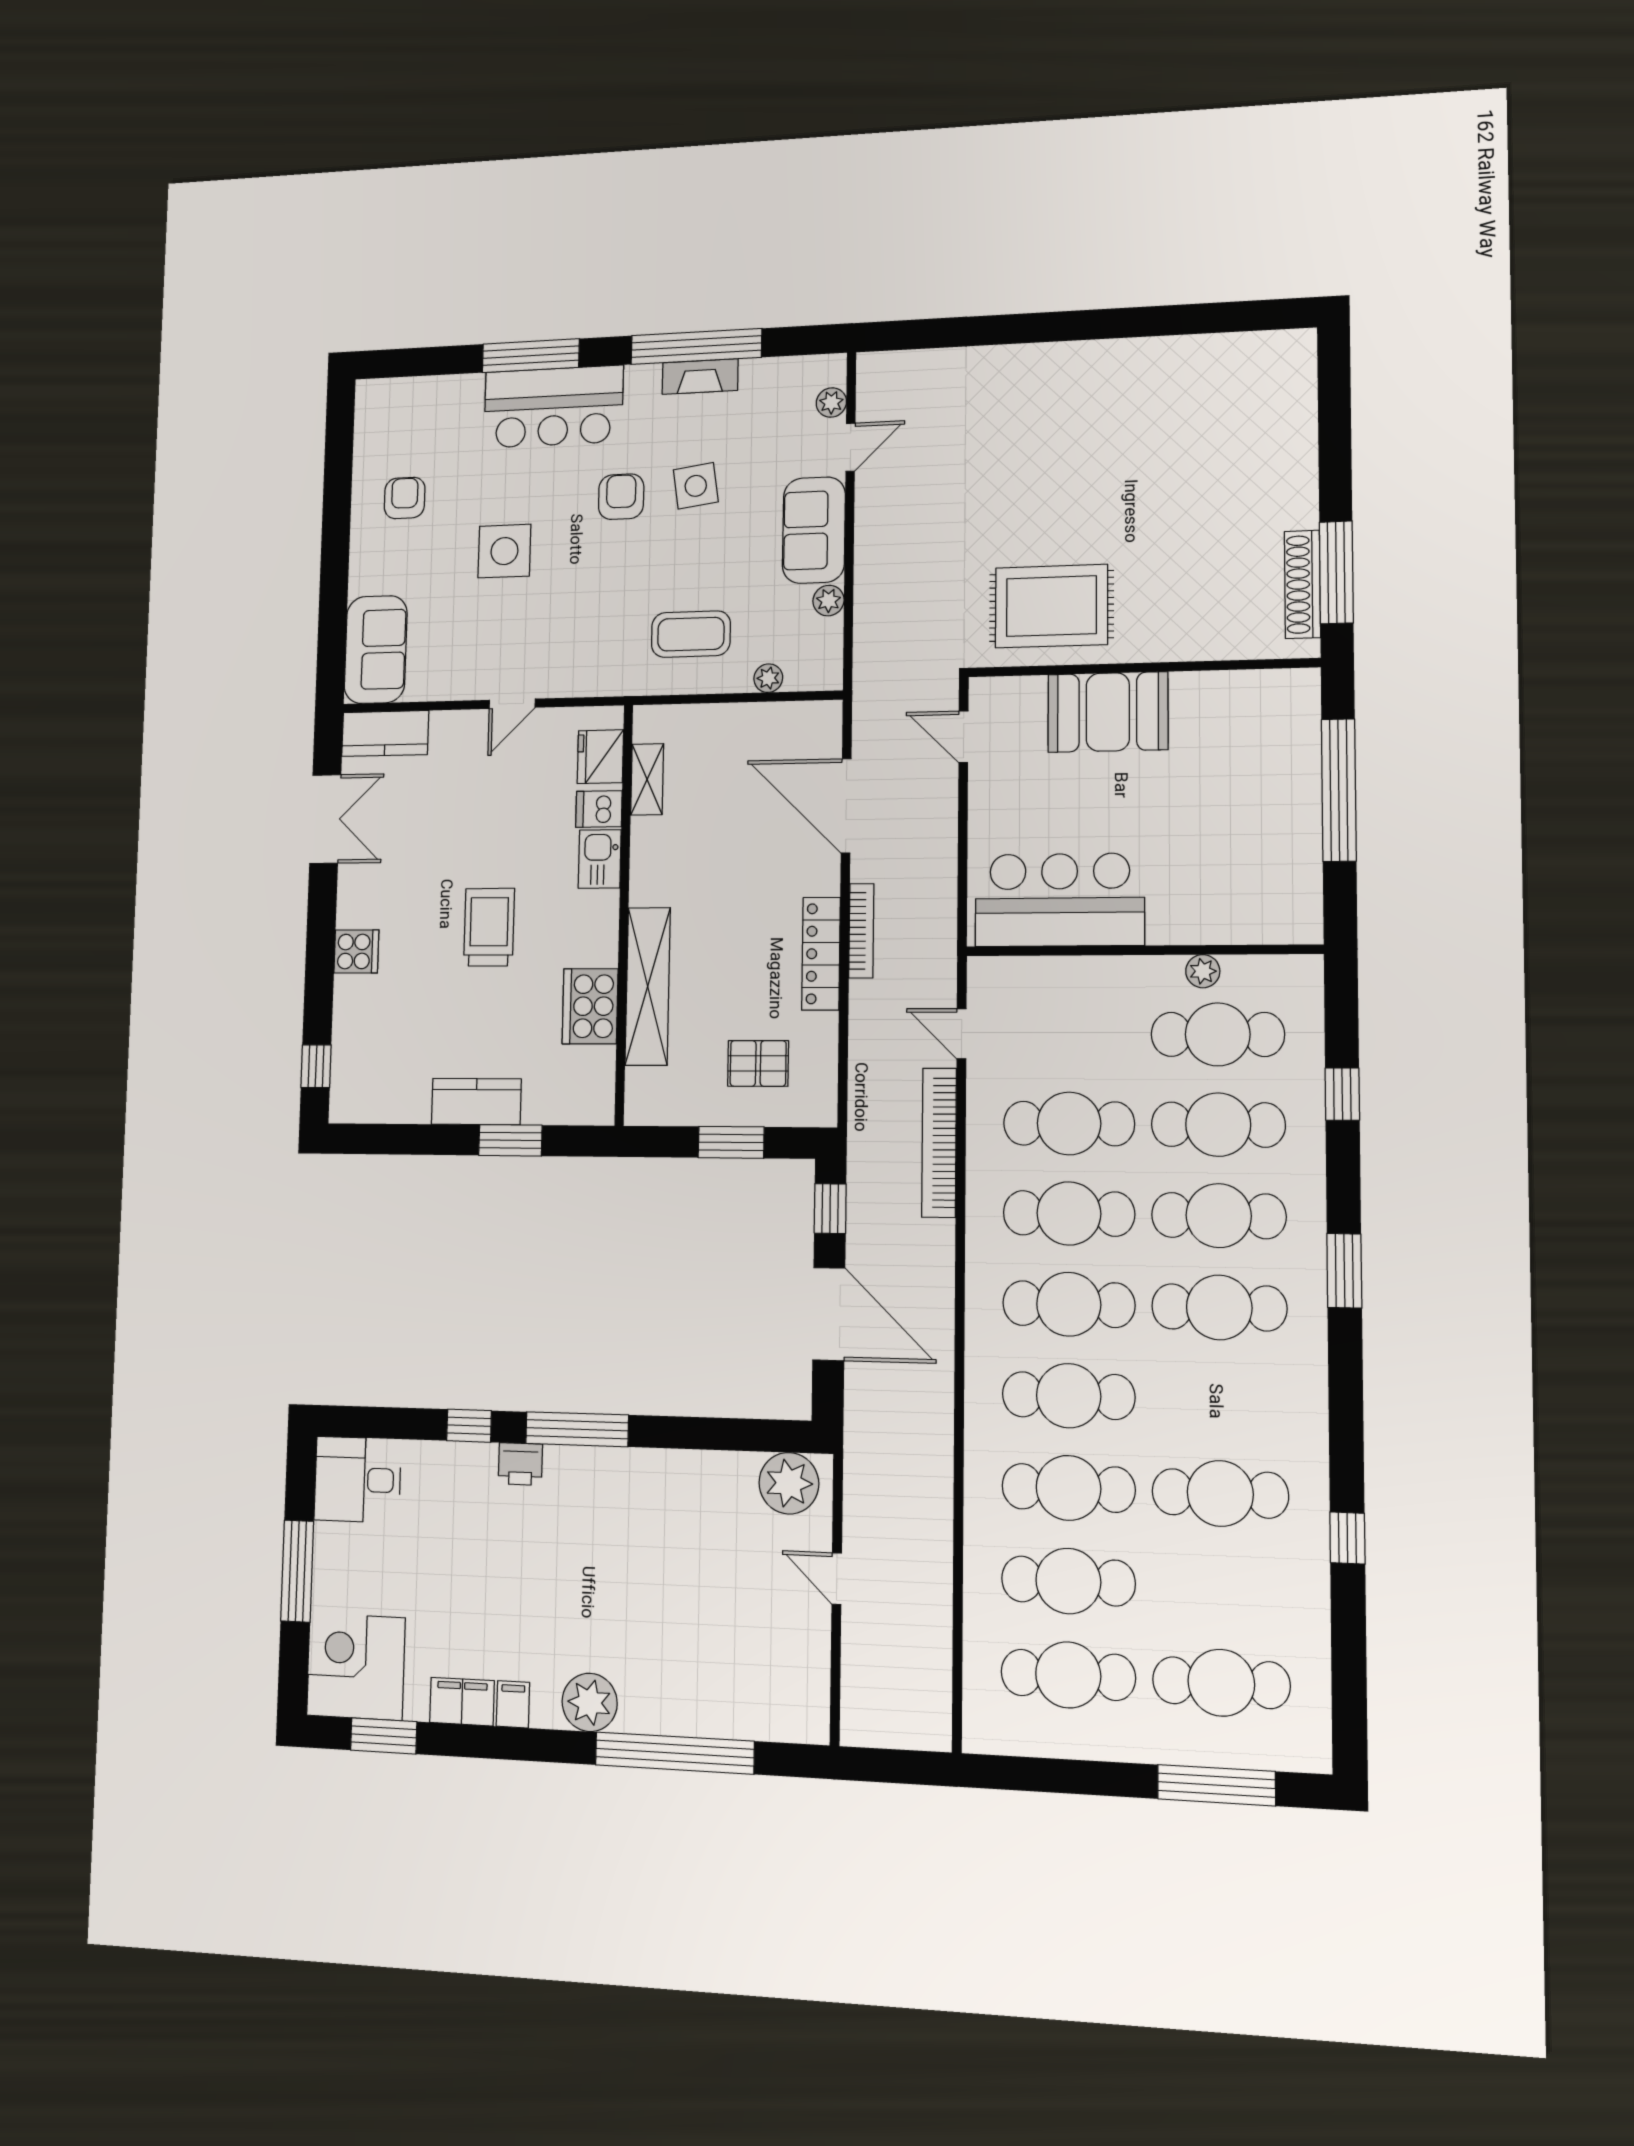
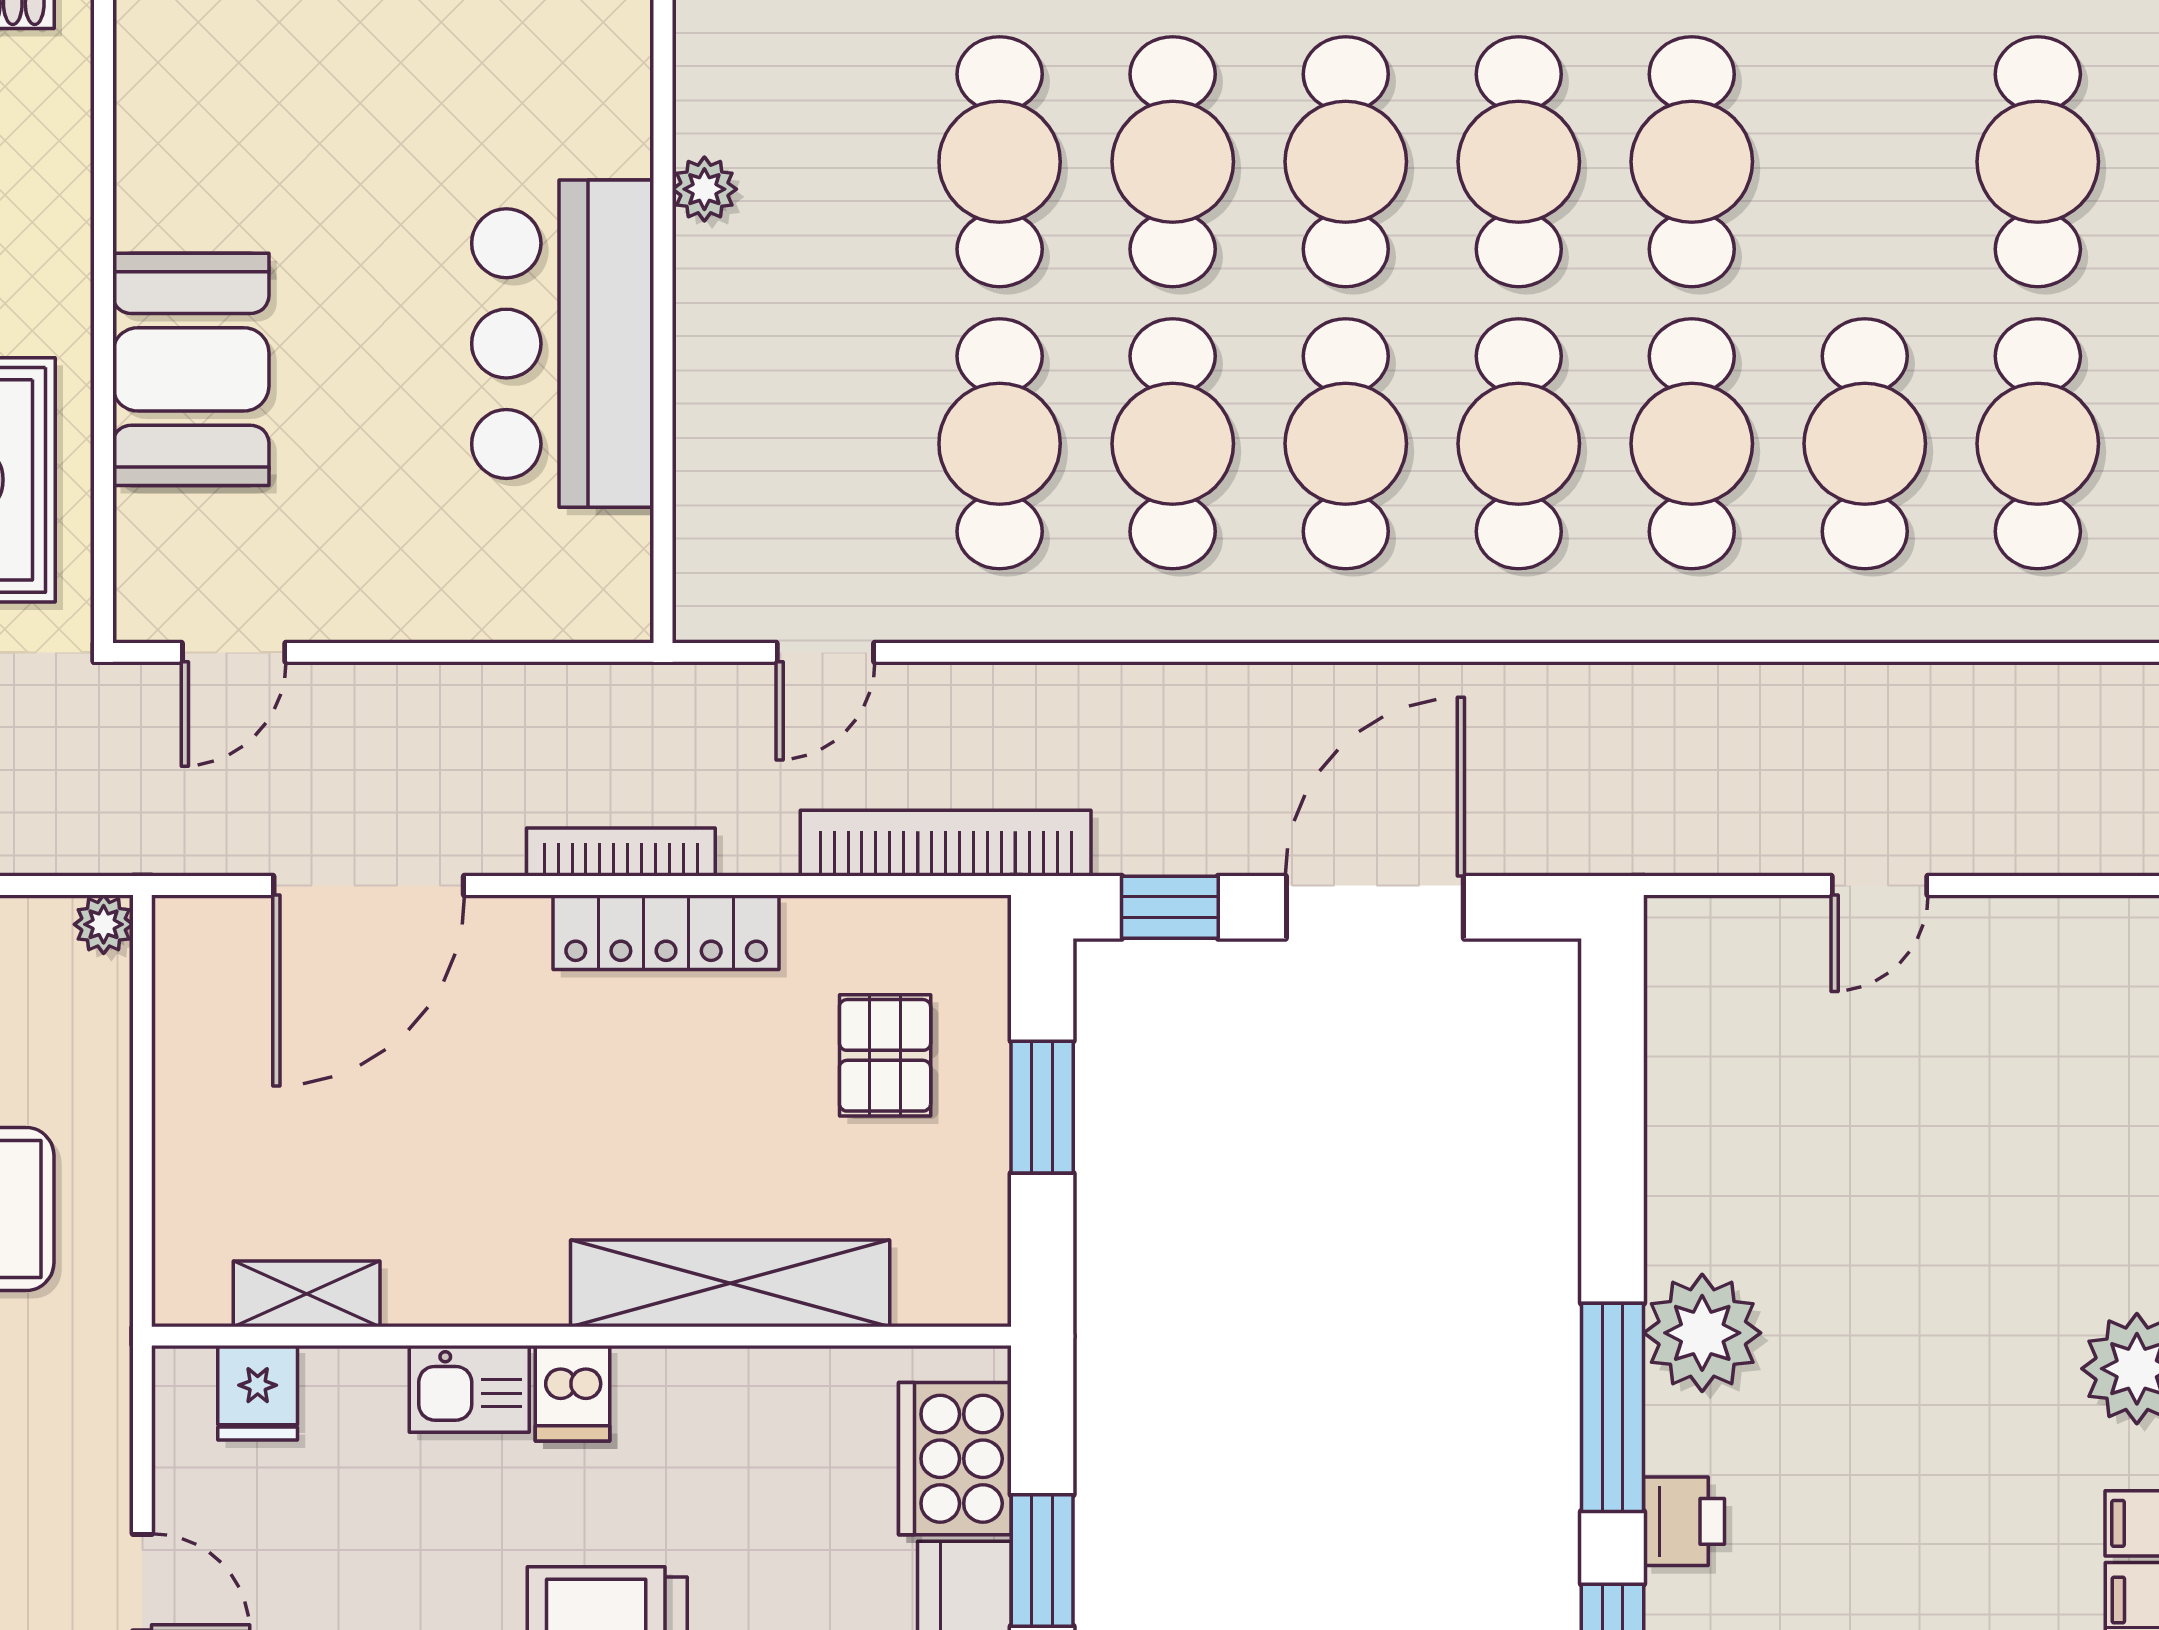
plant: (768, 678) -> (104, 924), moved
fridge: (600, 757) -> (258, 1393), width x0.72
dishwasher: (599, 809) -> (572, 1393), moved
bar counter: (1060, 900) -> (563, 344), moved
cooker: (590, 1006) -> (955, 1459), moved, turned 90
cafe table: (1218, 1034) -> (1519, 162), moved
bookcase: (939, 1143) -> (946, 843), moved, turned 180
plant: (789, 1483) -> (1702, 1333), moved

